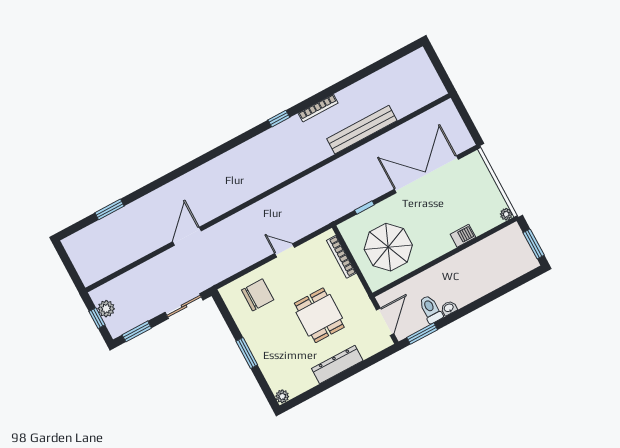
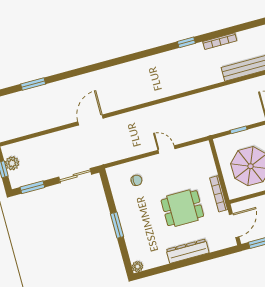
bookcase: (341, 257) -> (219, 194), moved
chair: (258, 295) -> (136, 180), width x0.54, depth x0.54
dining table: (319, 315) -> (182, 208), turned 90

